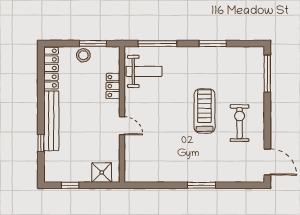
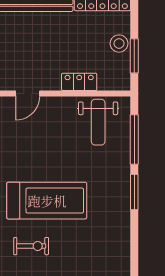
window: (213, 44) -> (134, 192), moved
treadmill: (204, 111) -> (47, 201), width x1.37, depth x1.38
exercise bike: (240, 123) -> (31, 246), width x0.73, depth x0.72

